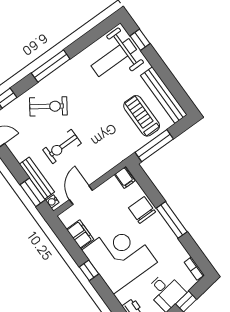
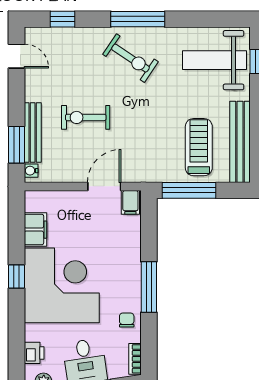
exercise bike: (48, 106) -> (131, 58), moved
door: (81, 195) -> (104, 186), moved
chair: (142, 210) -> (127, 320), moved, width x0.54, depth x0.54

